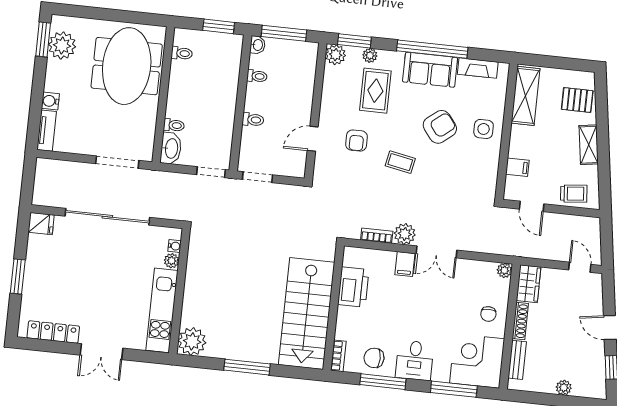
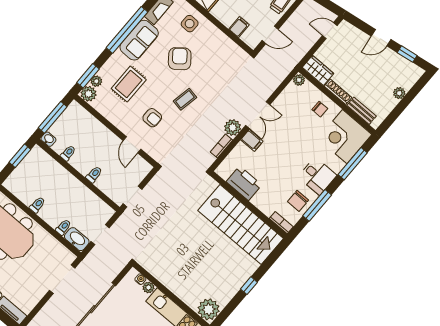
toilet: (182, 53) -> (37, 205), moved
plant: (370, 55) -> (96, 81), moved
rug: (375, 91) -> (129, 84), turned 90
side table: (484, 129) -> (190, 24), moved
doorway: (211, 172) -> (100, 235), moved
window: (247, 367) -> (249, 286), width x0.46

